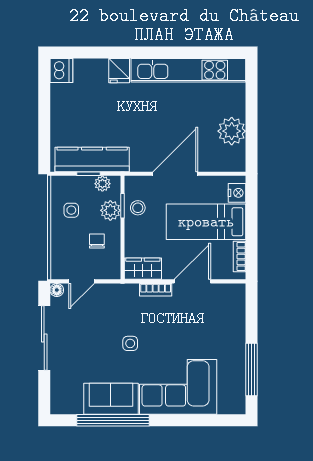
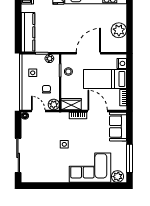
kitchen counter: (92, 159) -> (28, 32), moved, turned 90
plant: (110, 210) -> (54, 105), moved
door: (82, 281) -> (38, 111), swing flipped
door: (192, 281) -> (98, 111), hinge flipped
sliding door: (44, 338) -> (18, 155), moved
sofa: (111, 399) -> (118, 127), moved, turned -90
plant: (229, 403) -> (117, 177), added
window: (113, 420) -> (55, 186), removed

